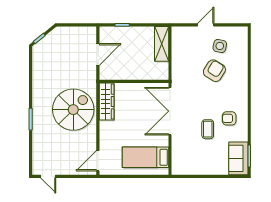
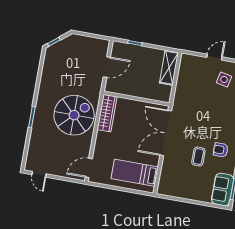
armchair: (214, 71) -> (215, 102), removed

